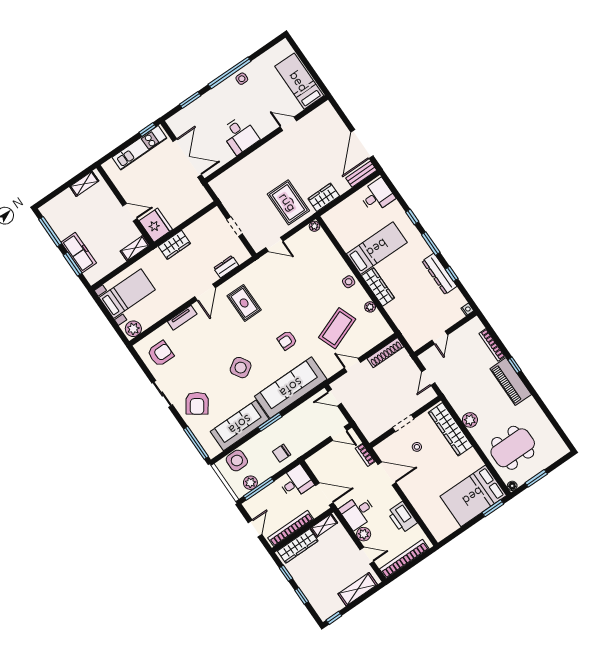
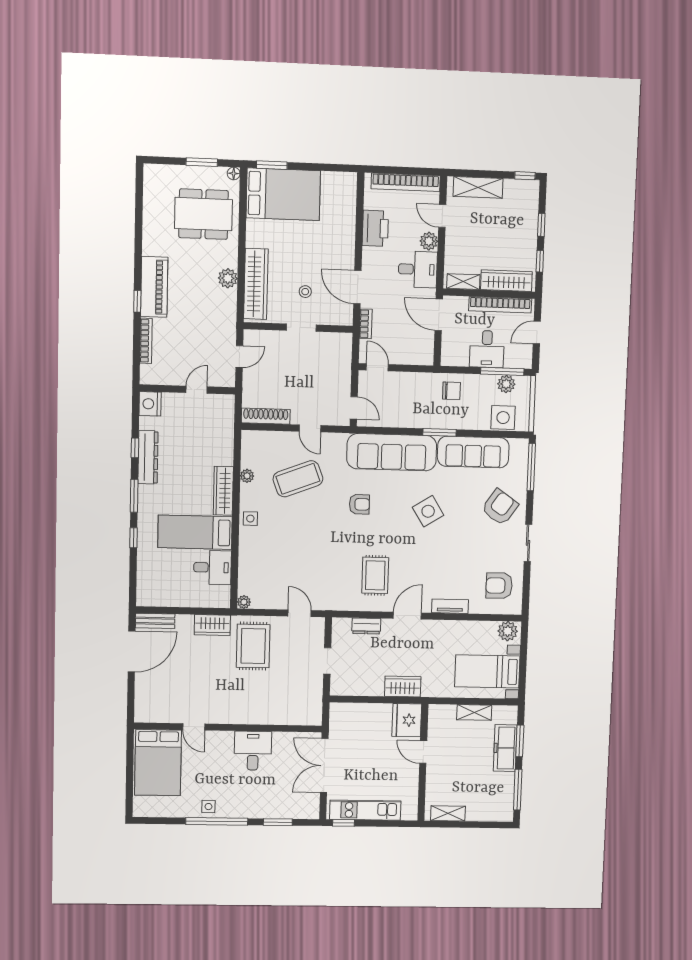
bed: (299, 81) -> (158, 763), width x1.50
desk: (377, 196) -> (212, 567), moved, turned 180
shelving: (135, 248) -> (474, 712), moved
nightstand: (467, 309) -> (150, 404), width x1.89, depth x1.79
desk: (296, 482) -> (487, 349), moved, turned -90

